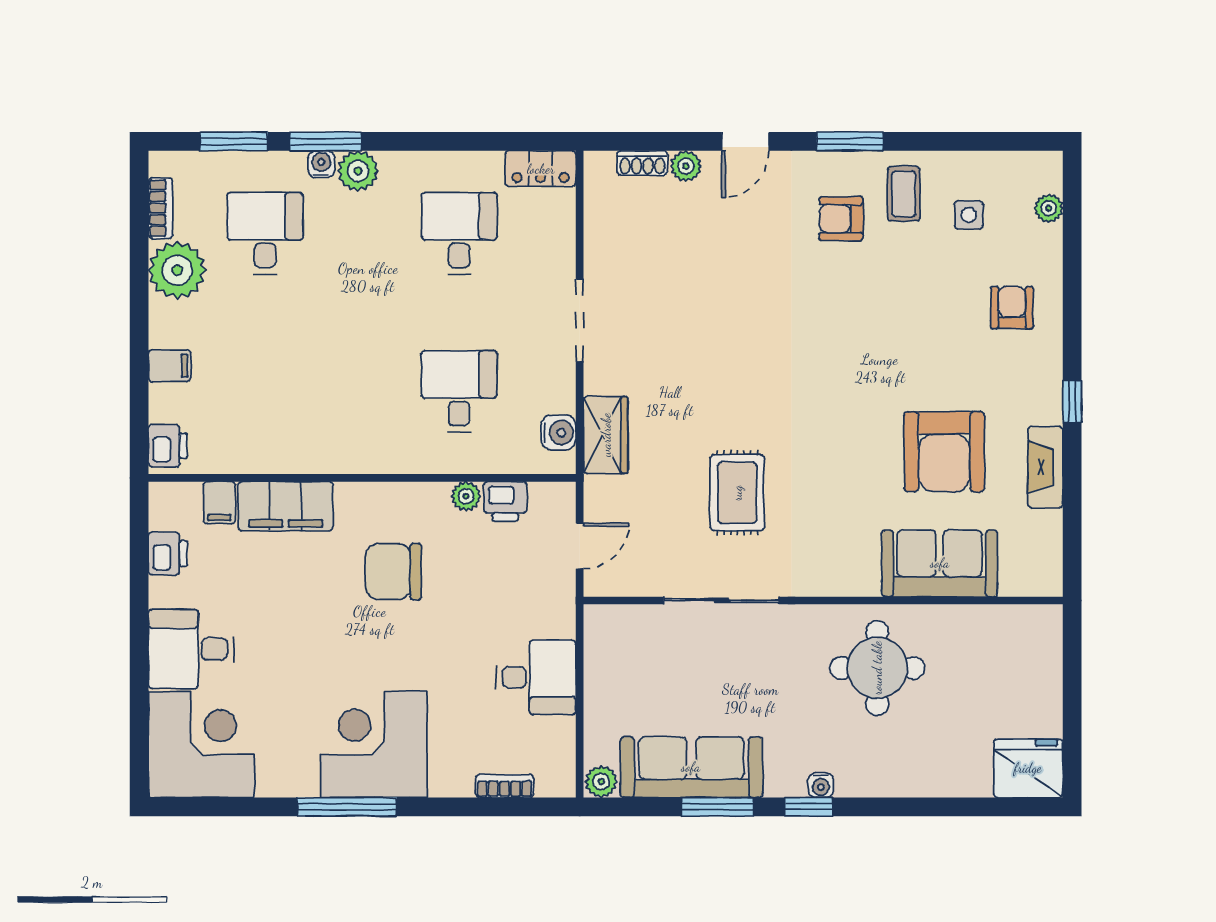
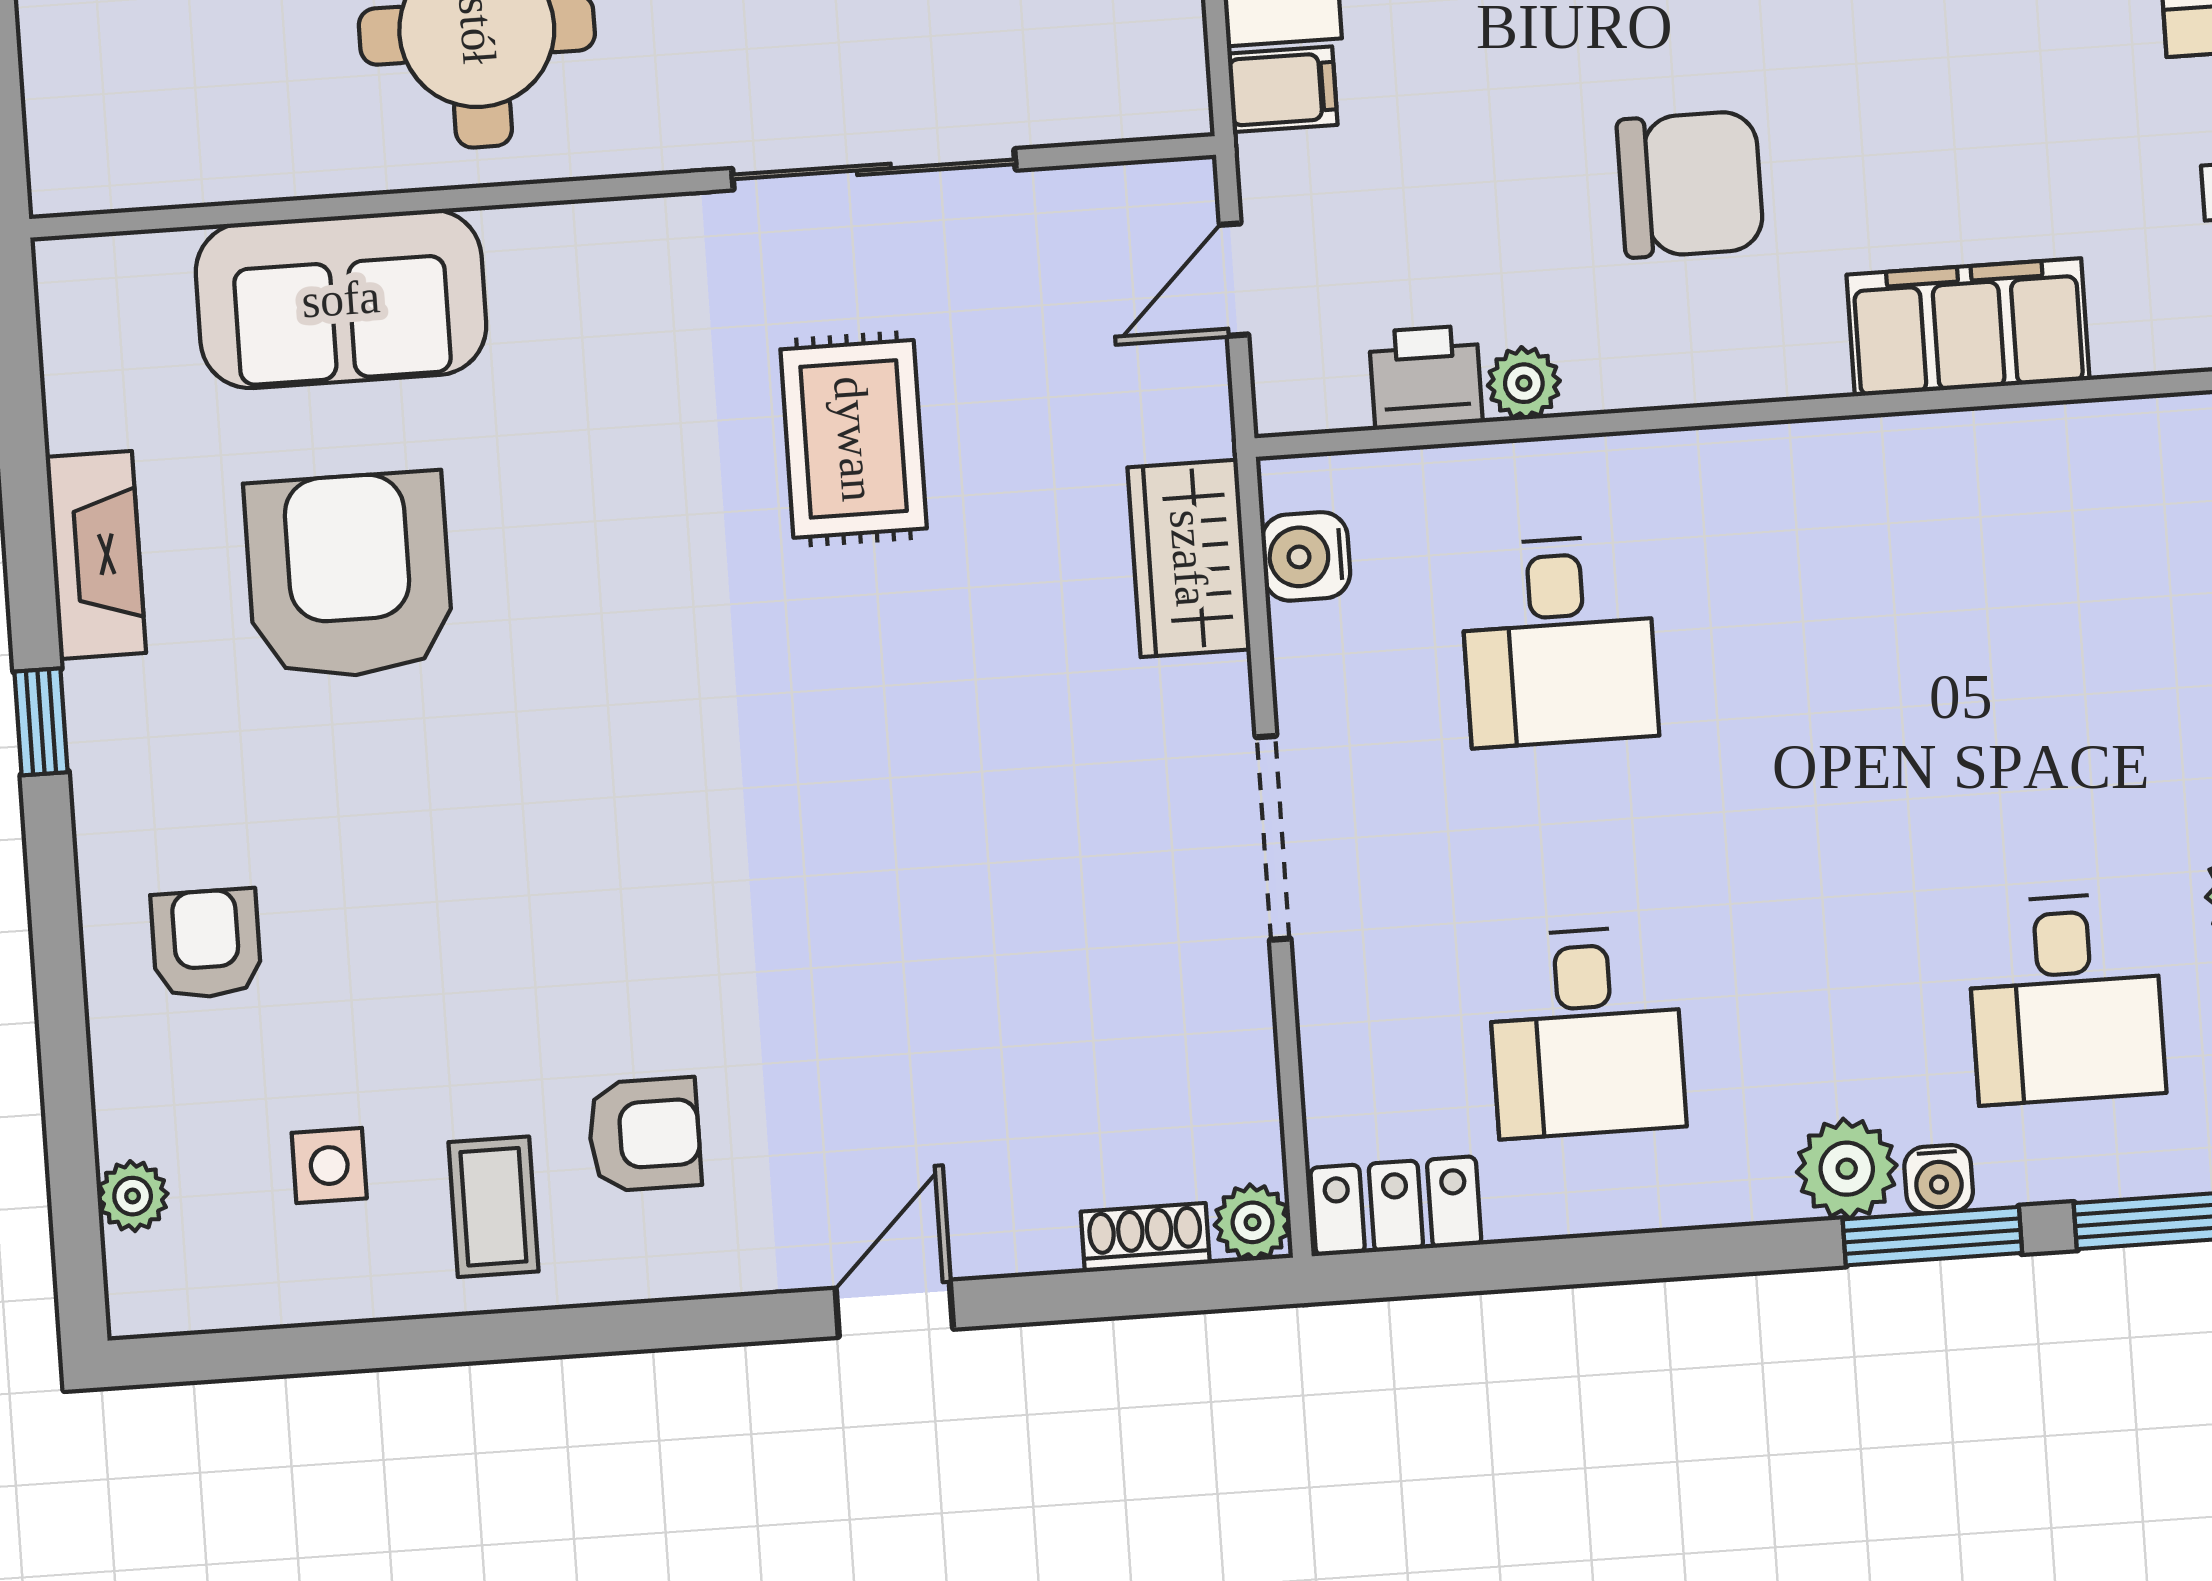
window: (850, 141) -> (635, 1327), removed
plant: (686, 166) -> (1252, 1222), moved
armchair: (1012, 308) -> (206, 944), turned 180
filing cabinet: (219, 503) -> (1283, 89), moved, turned 90

